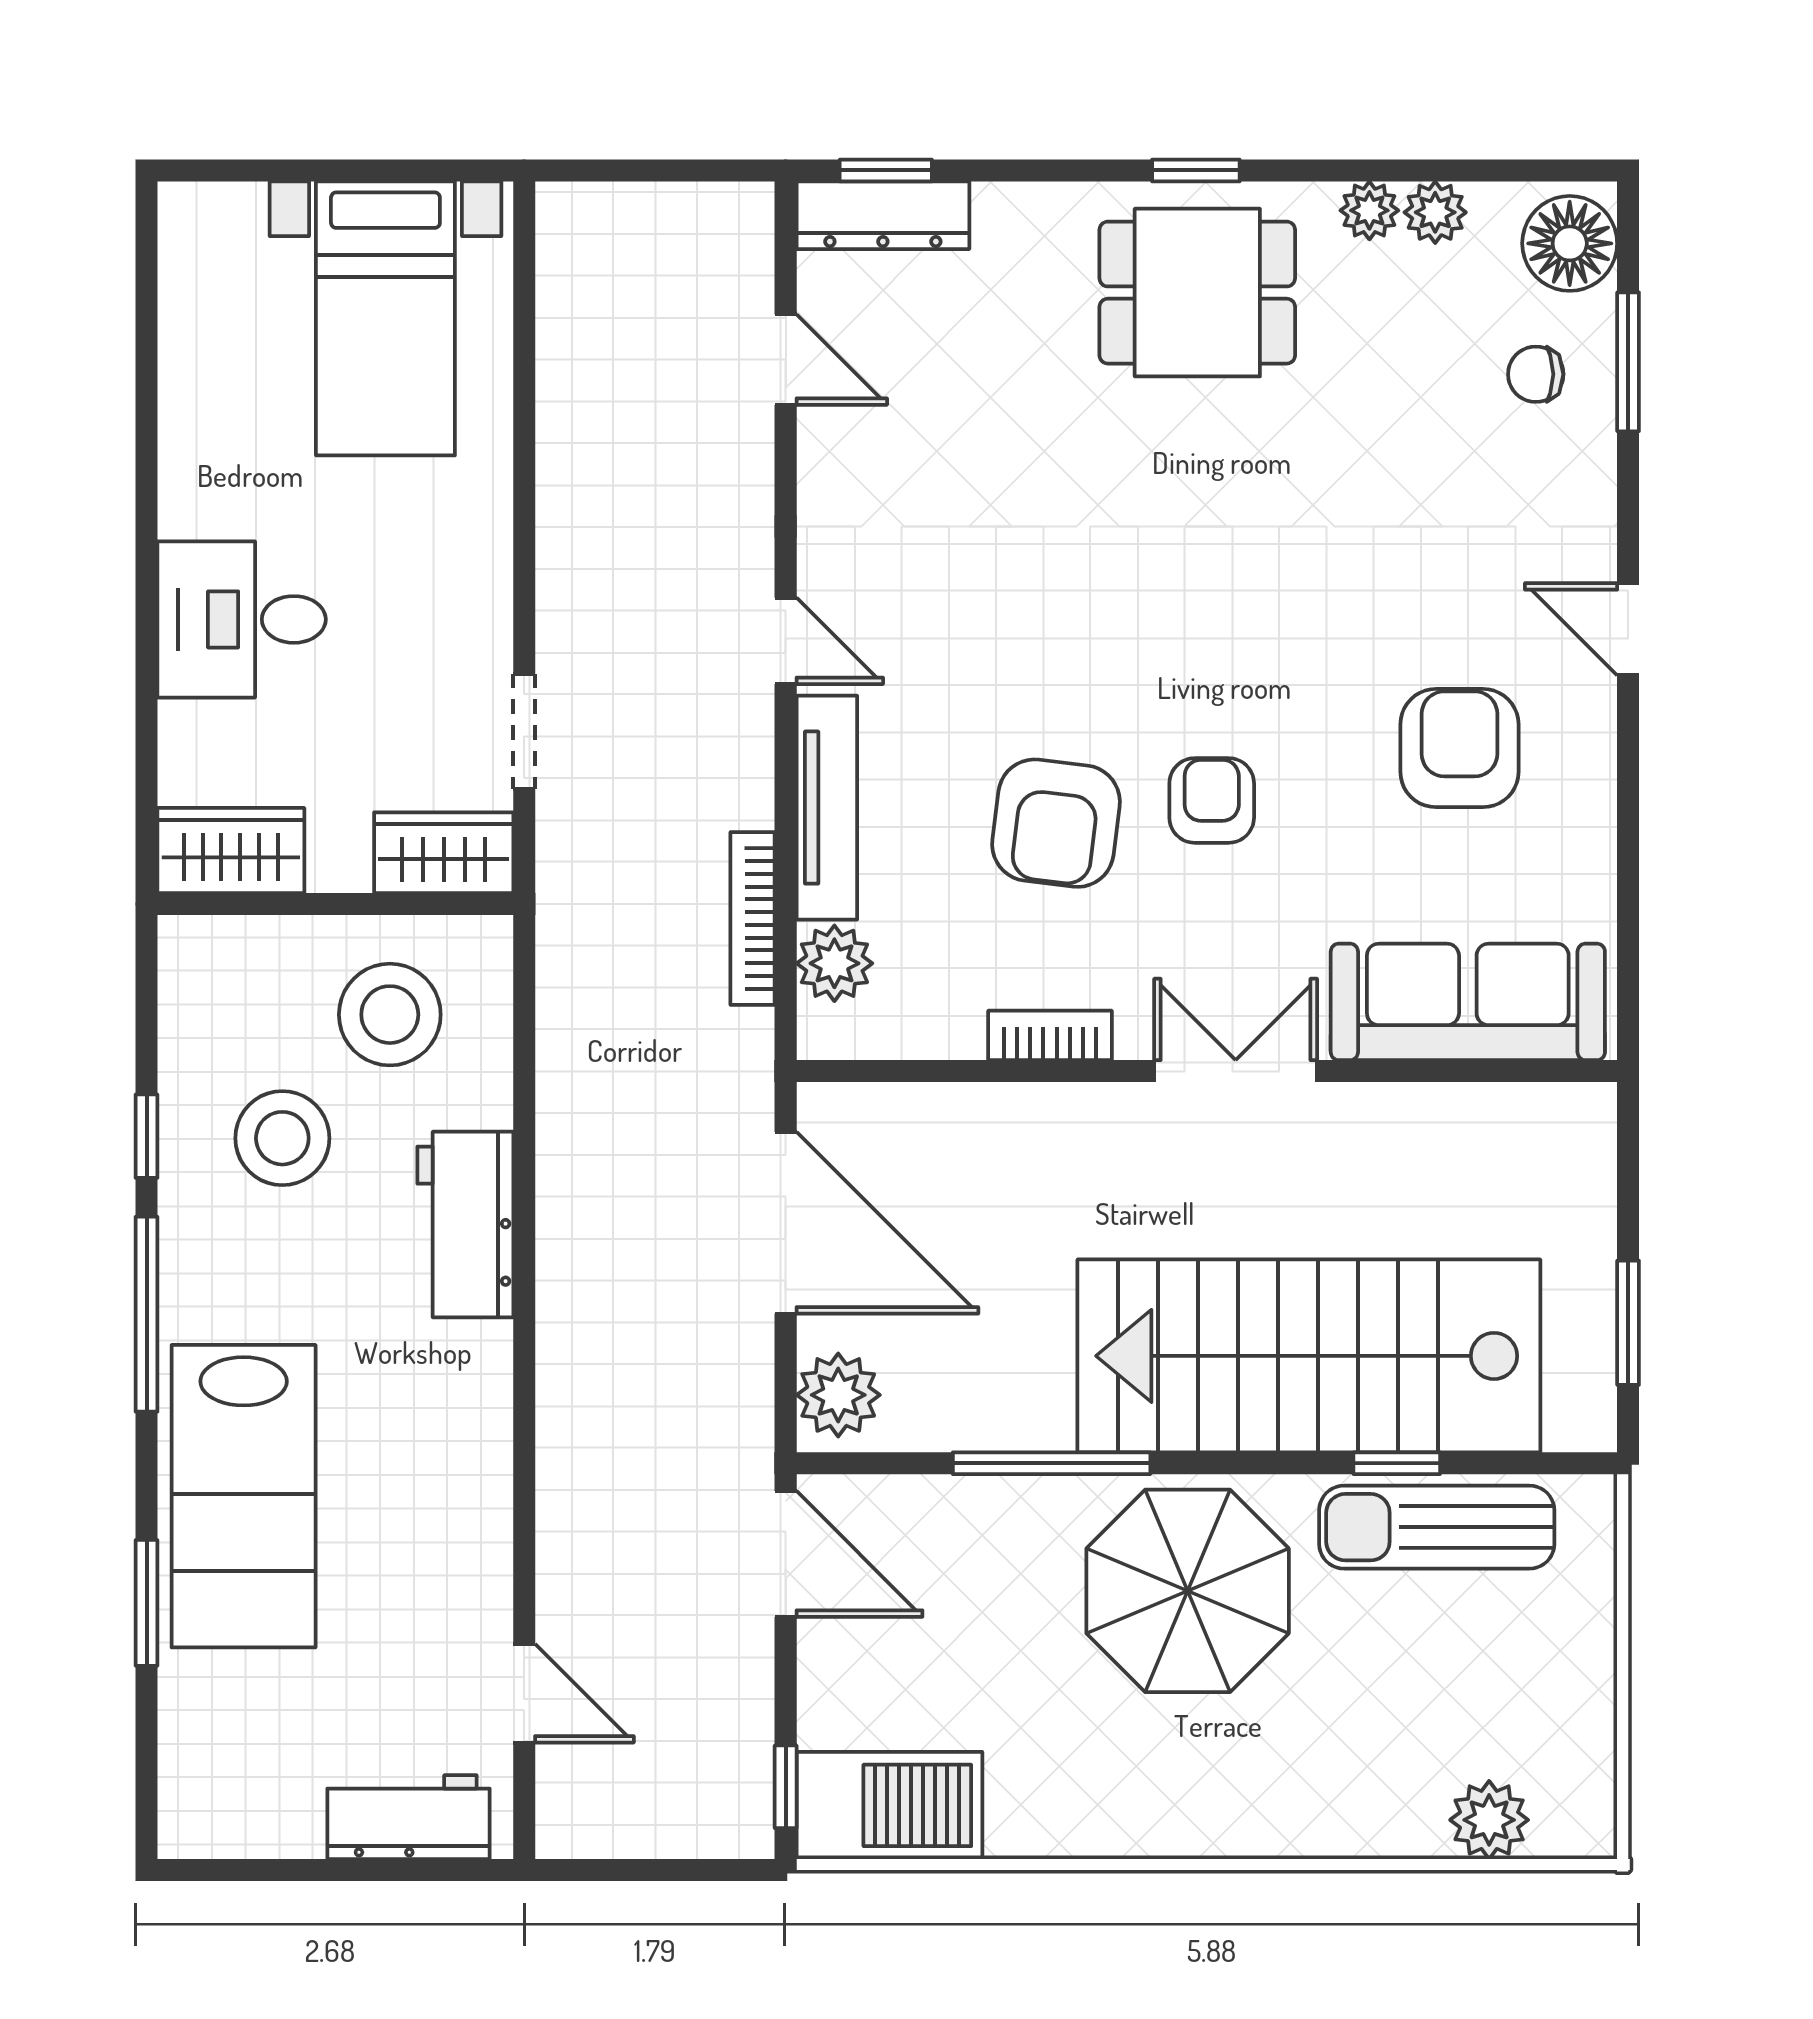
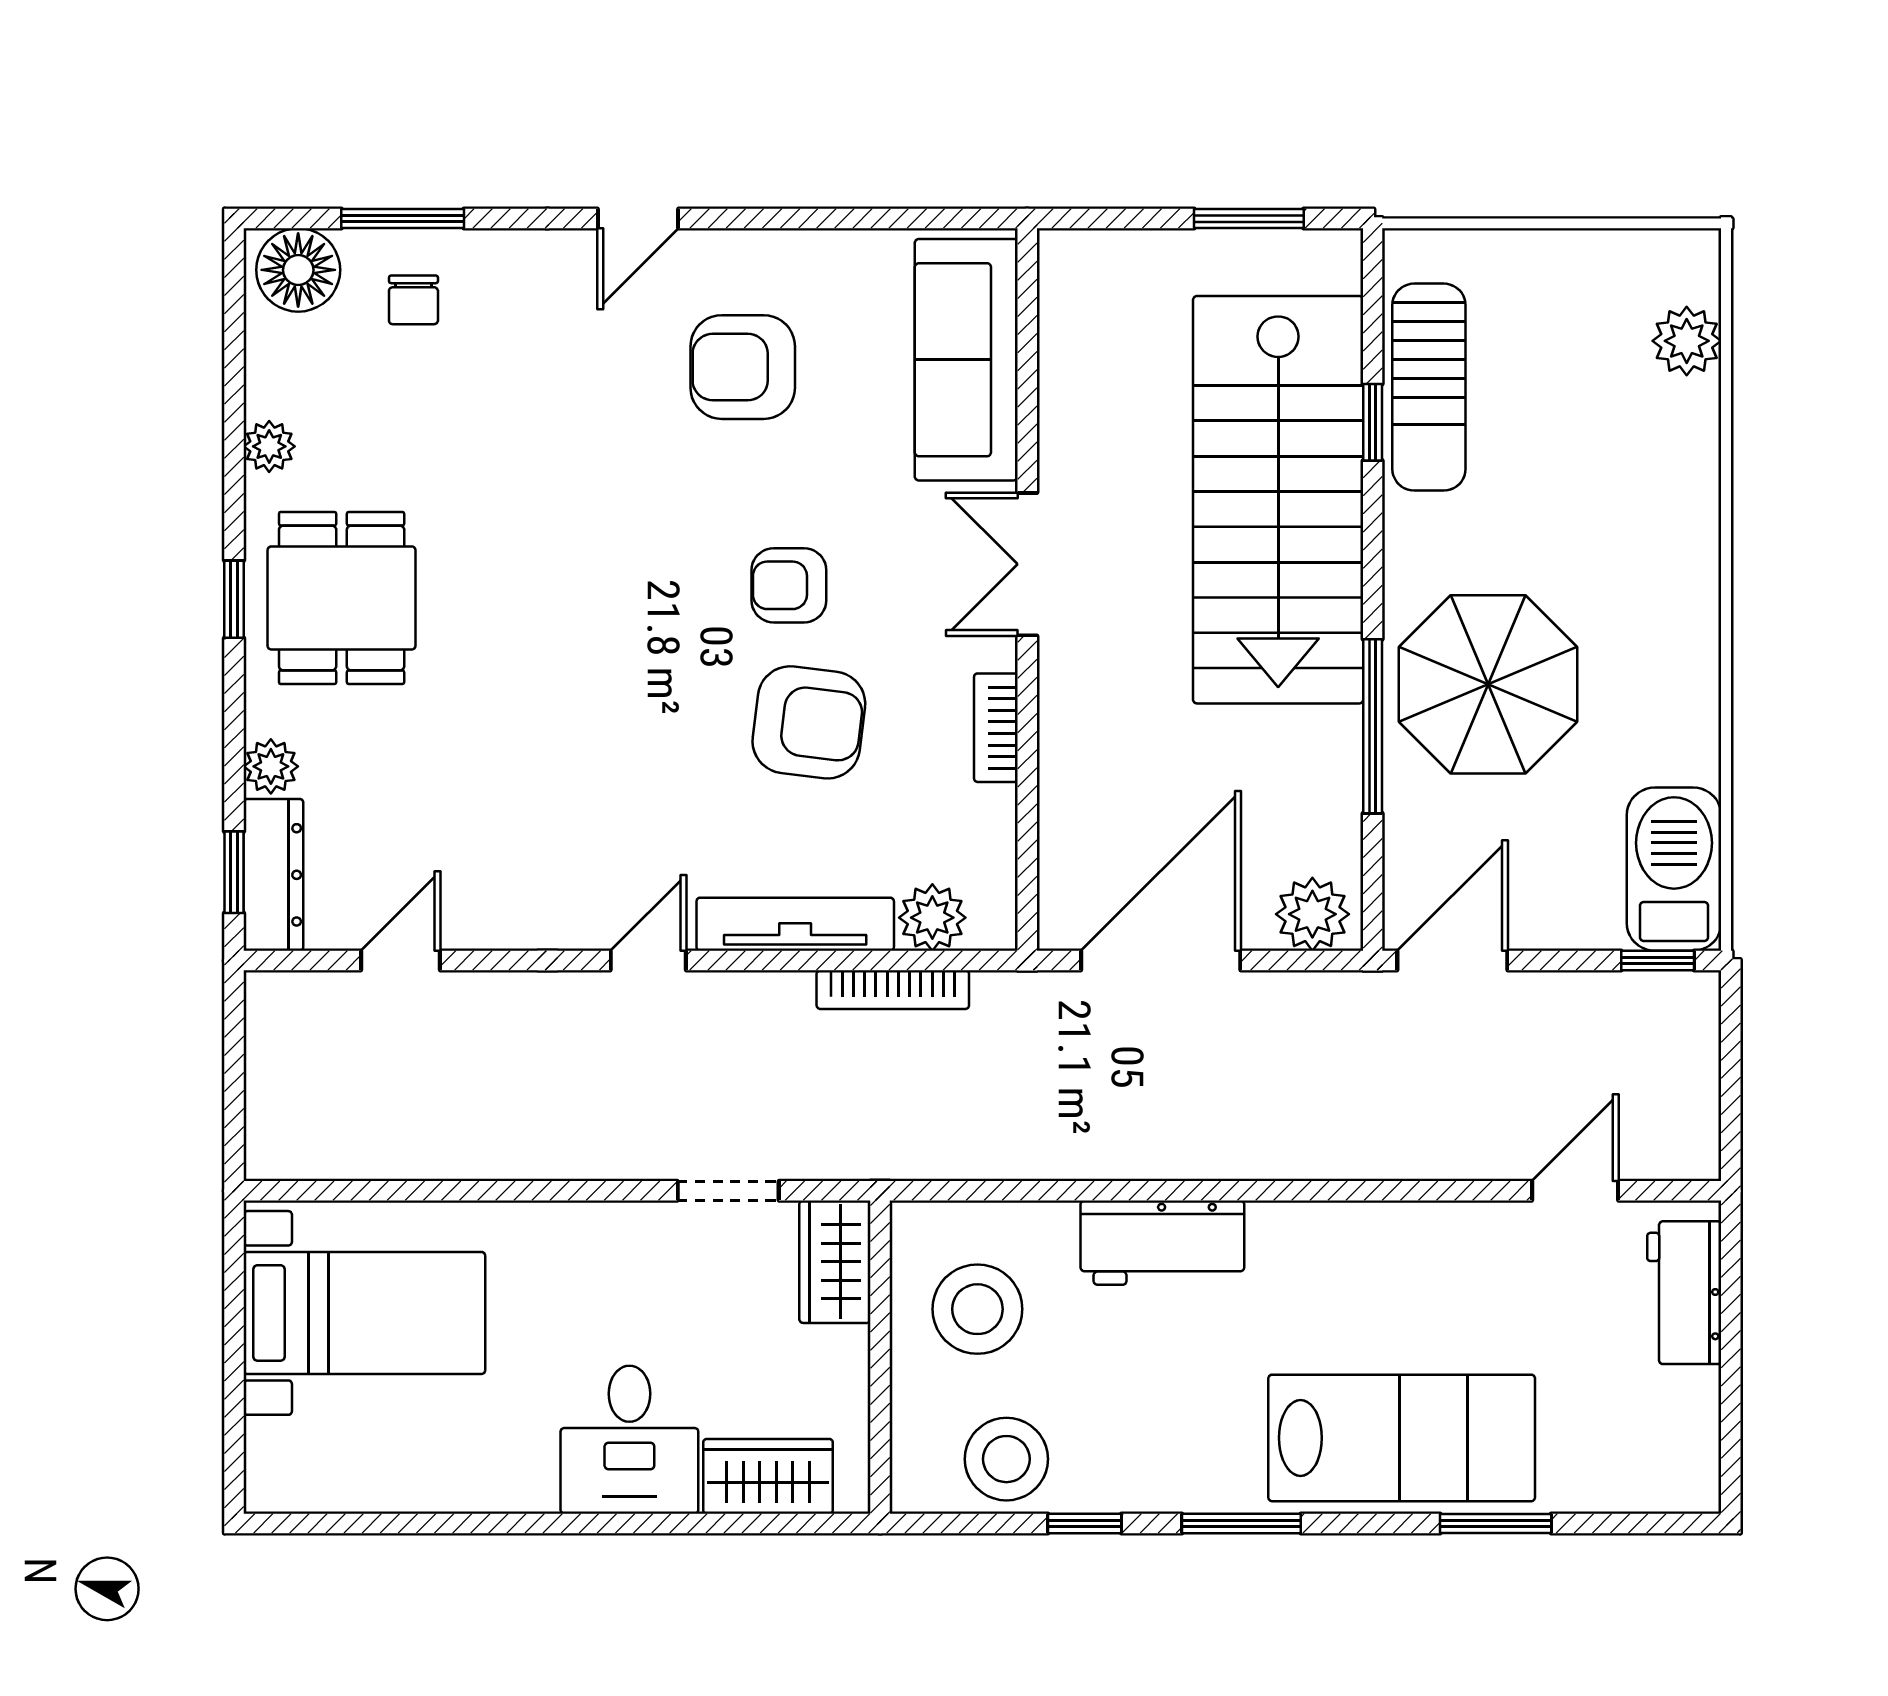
plant: (1435, 212) -> (271, 766), moved
wardrobe: (231, 851) -> (768, 1476), moved, turned 90
stool: (282, 1138) -> (1006, 1459), moved
window: (147, 1314) -> (1241, 1523), width x0.69
parasol: (1188, 1591) -> (1488, 684), moved

